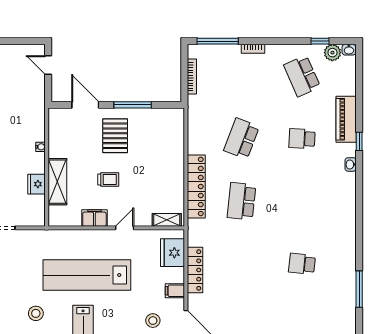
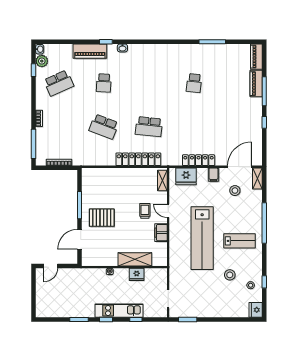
trolley: (108, 180) -> (145, 211), moved

